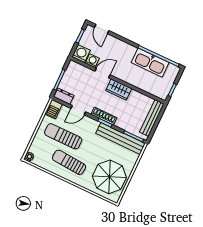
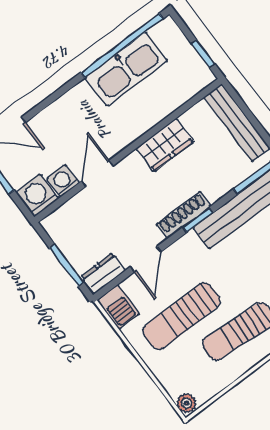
wardrobe: (119, 89) -> (165, 145), moved

